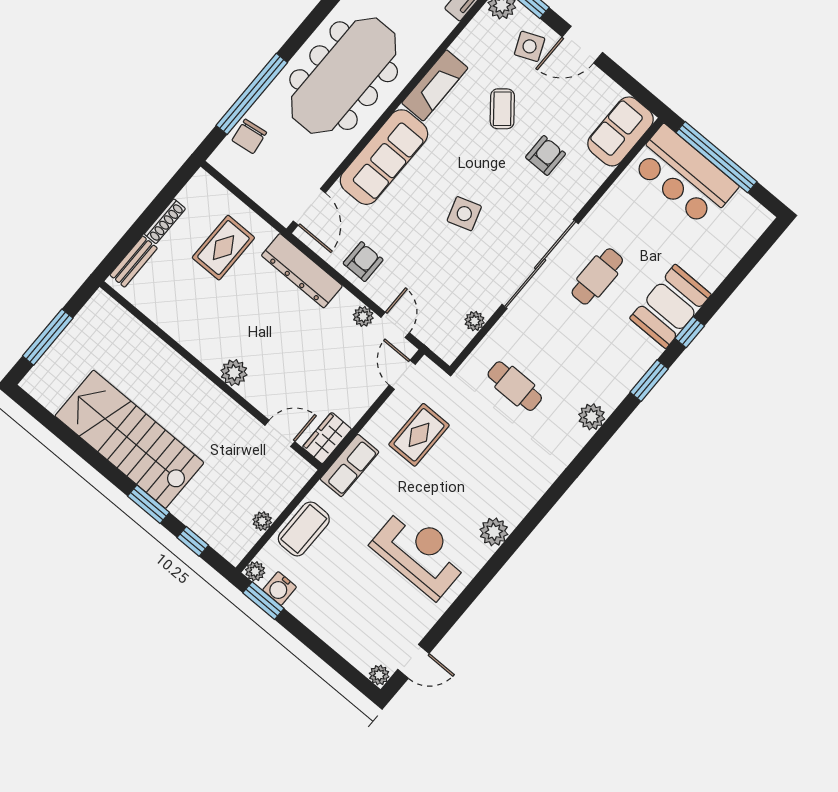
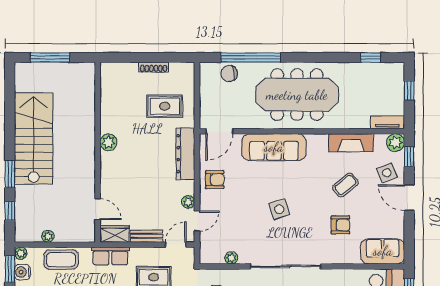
fireplace: (435, 85) -> (351, 143), moved
bench: (134, 262) -> (147, 236), moved
plant: (234, 373) -> (108, 142), moved

